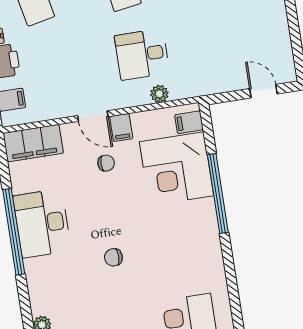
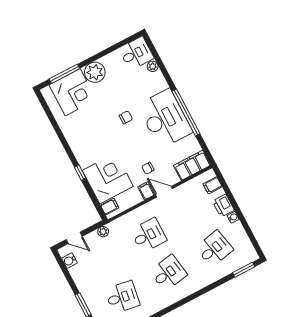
water cooler: (284, 57) -> (69, 261), added
plant: (159, 94) -> (103, 232), moved
window: (218, 194) -> (80, 173), width x0.32
desk: (42, 223) -> (165, 119), width x1.36, depth x1.30

